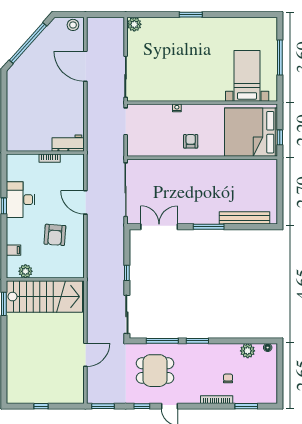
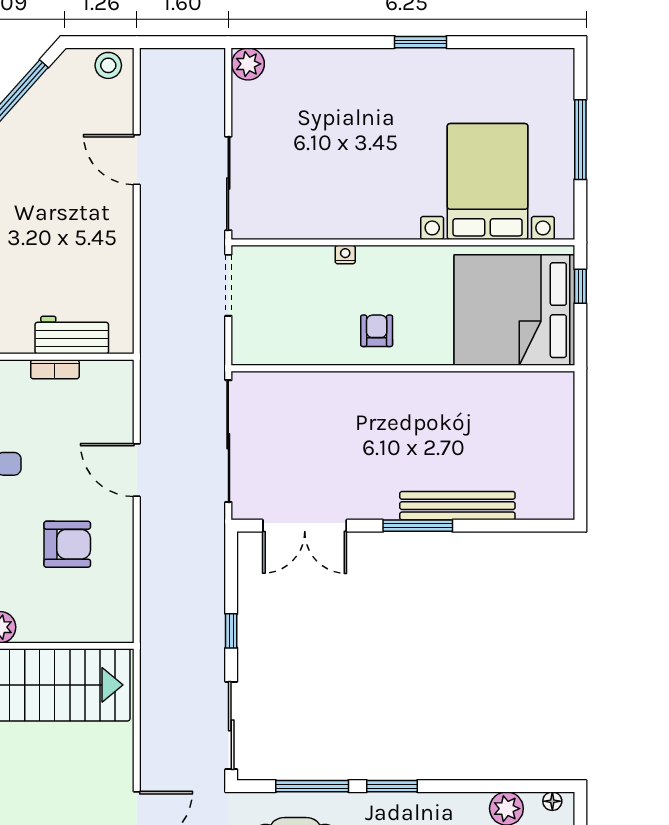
window: (191, 15) -> (421, 42), moved
door: (85, 66) -> (137, 160), width x0.73
bed with nightstands: (247, 76) -> (488, 181), width x1.36
window: (280, 137) -> (580, 286), moved
workbench: (68, 143) -> (72, 335), moved
bench: (245, 218) -> (457, 506), moved
double door: (159, 227) -> (305, 526), swing flipped
armchair: (55, 235) -> (67, 544), turned -94

